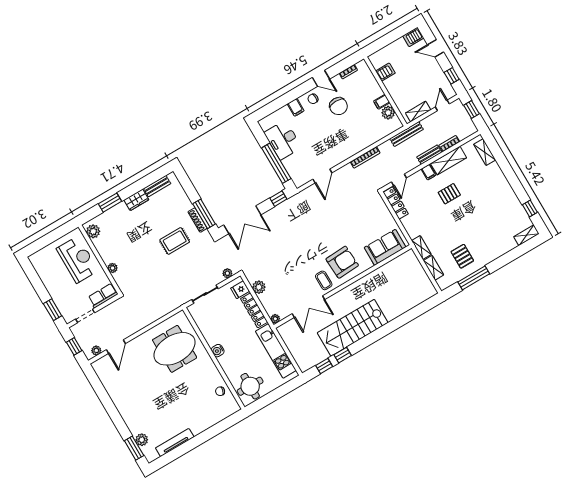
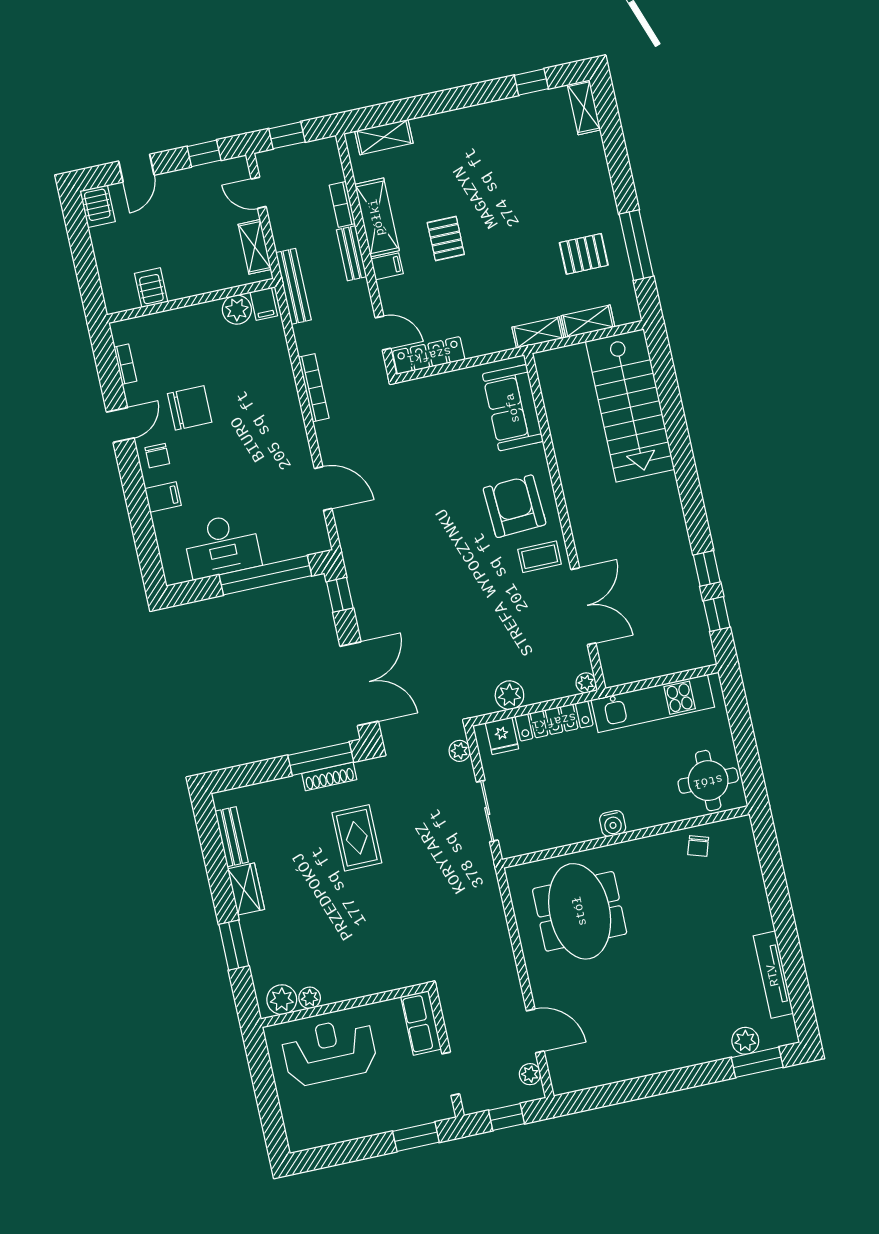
filing cabinet: (382, 102) -> (264, 304), moved
plant: (113, 268) -> (310, 998), moved
stairs: (353, 328) -> (630, 405), moved

